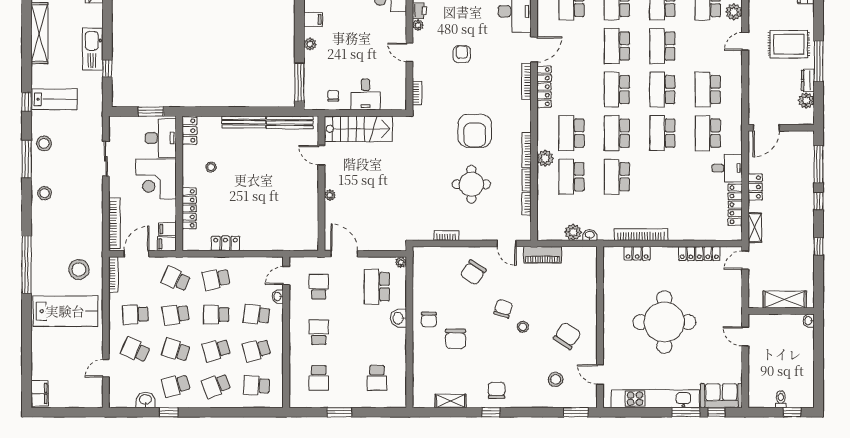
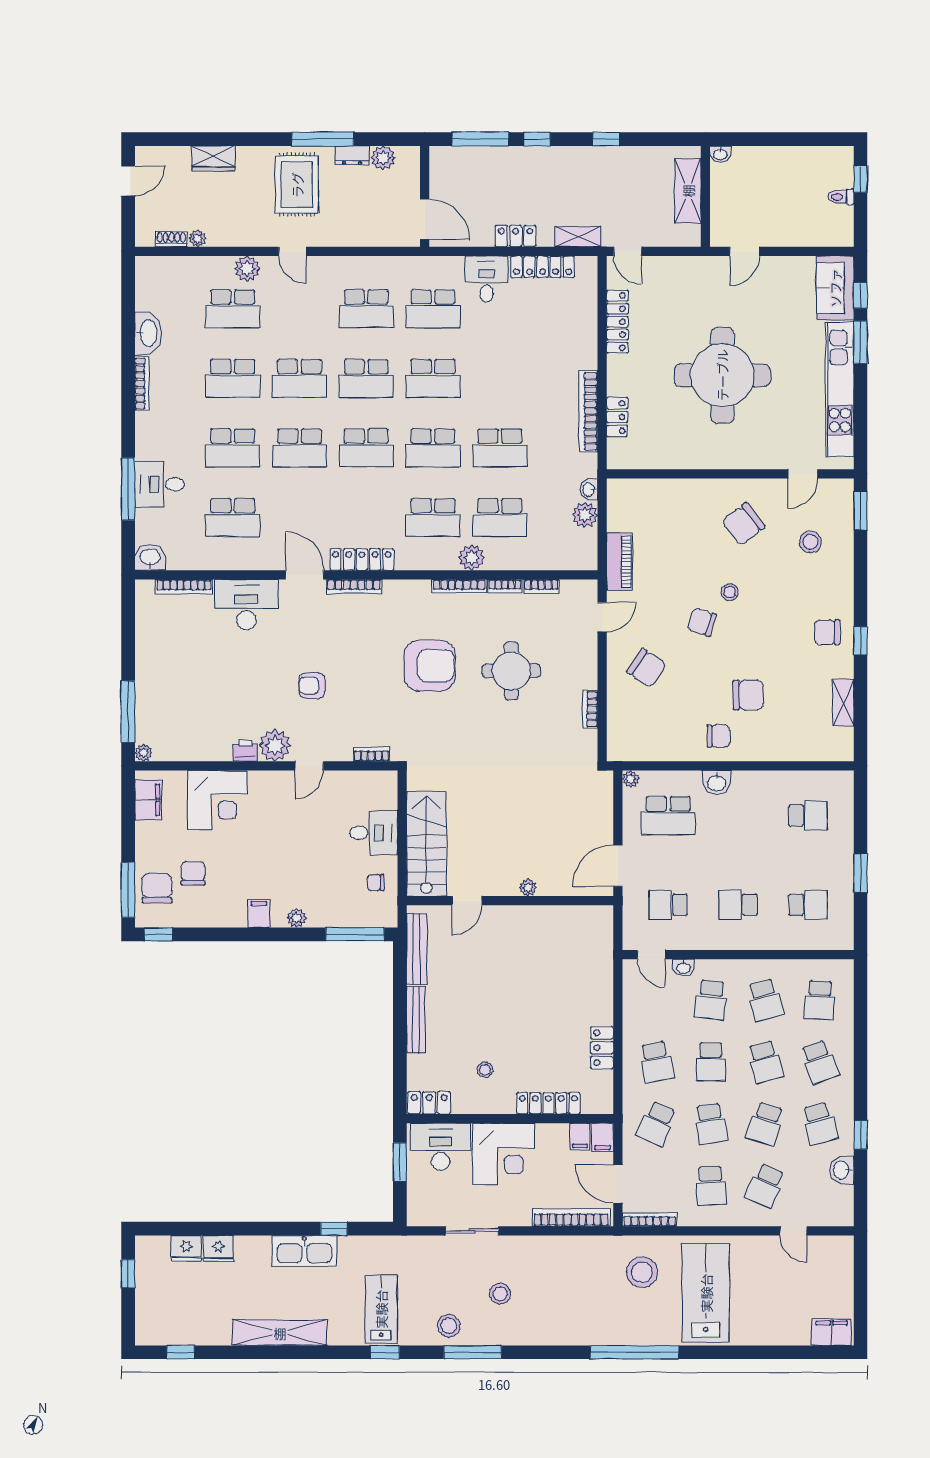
plant: (418, 25) -> (275, 746), width x1.88, depth x1.88
stool: (45, 193) -> (500, 1294), moved
chair: (567, 336) -> (743, 524), turned -72

